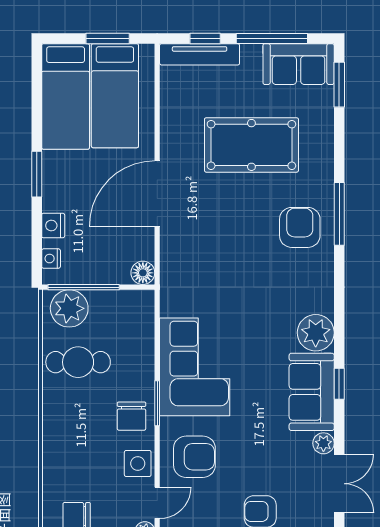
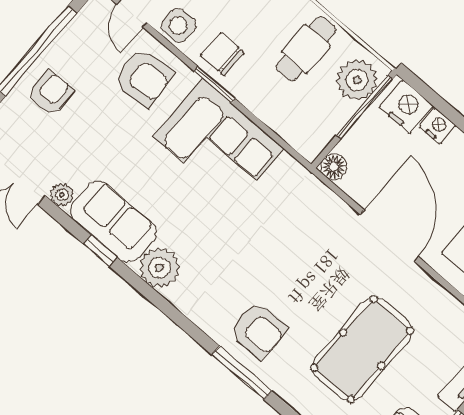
nightstand: (51, 259) -> (406, 107), width x1.89, depth x1.79
armchair: (194, 457) -> (143, 78), turned -95

